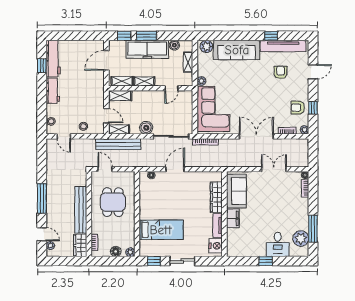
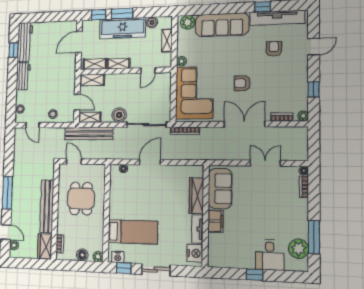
armchair: (298, 108) -> (242, 83), moved
nightstand: (148, 252) -> (118, 257), added

